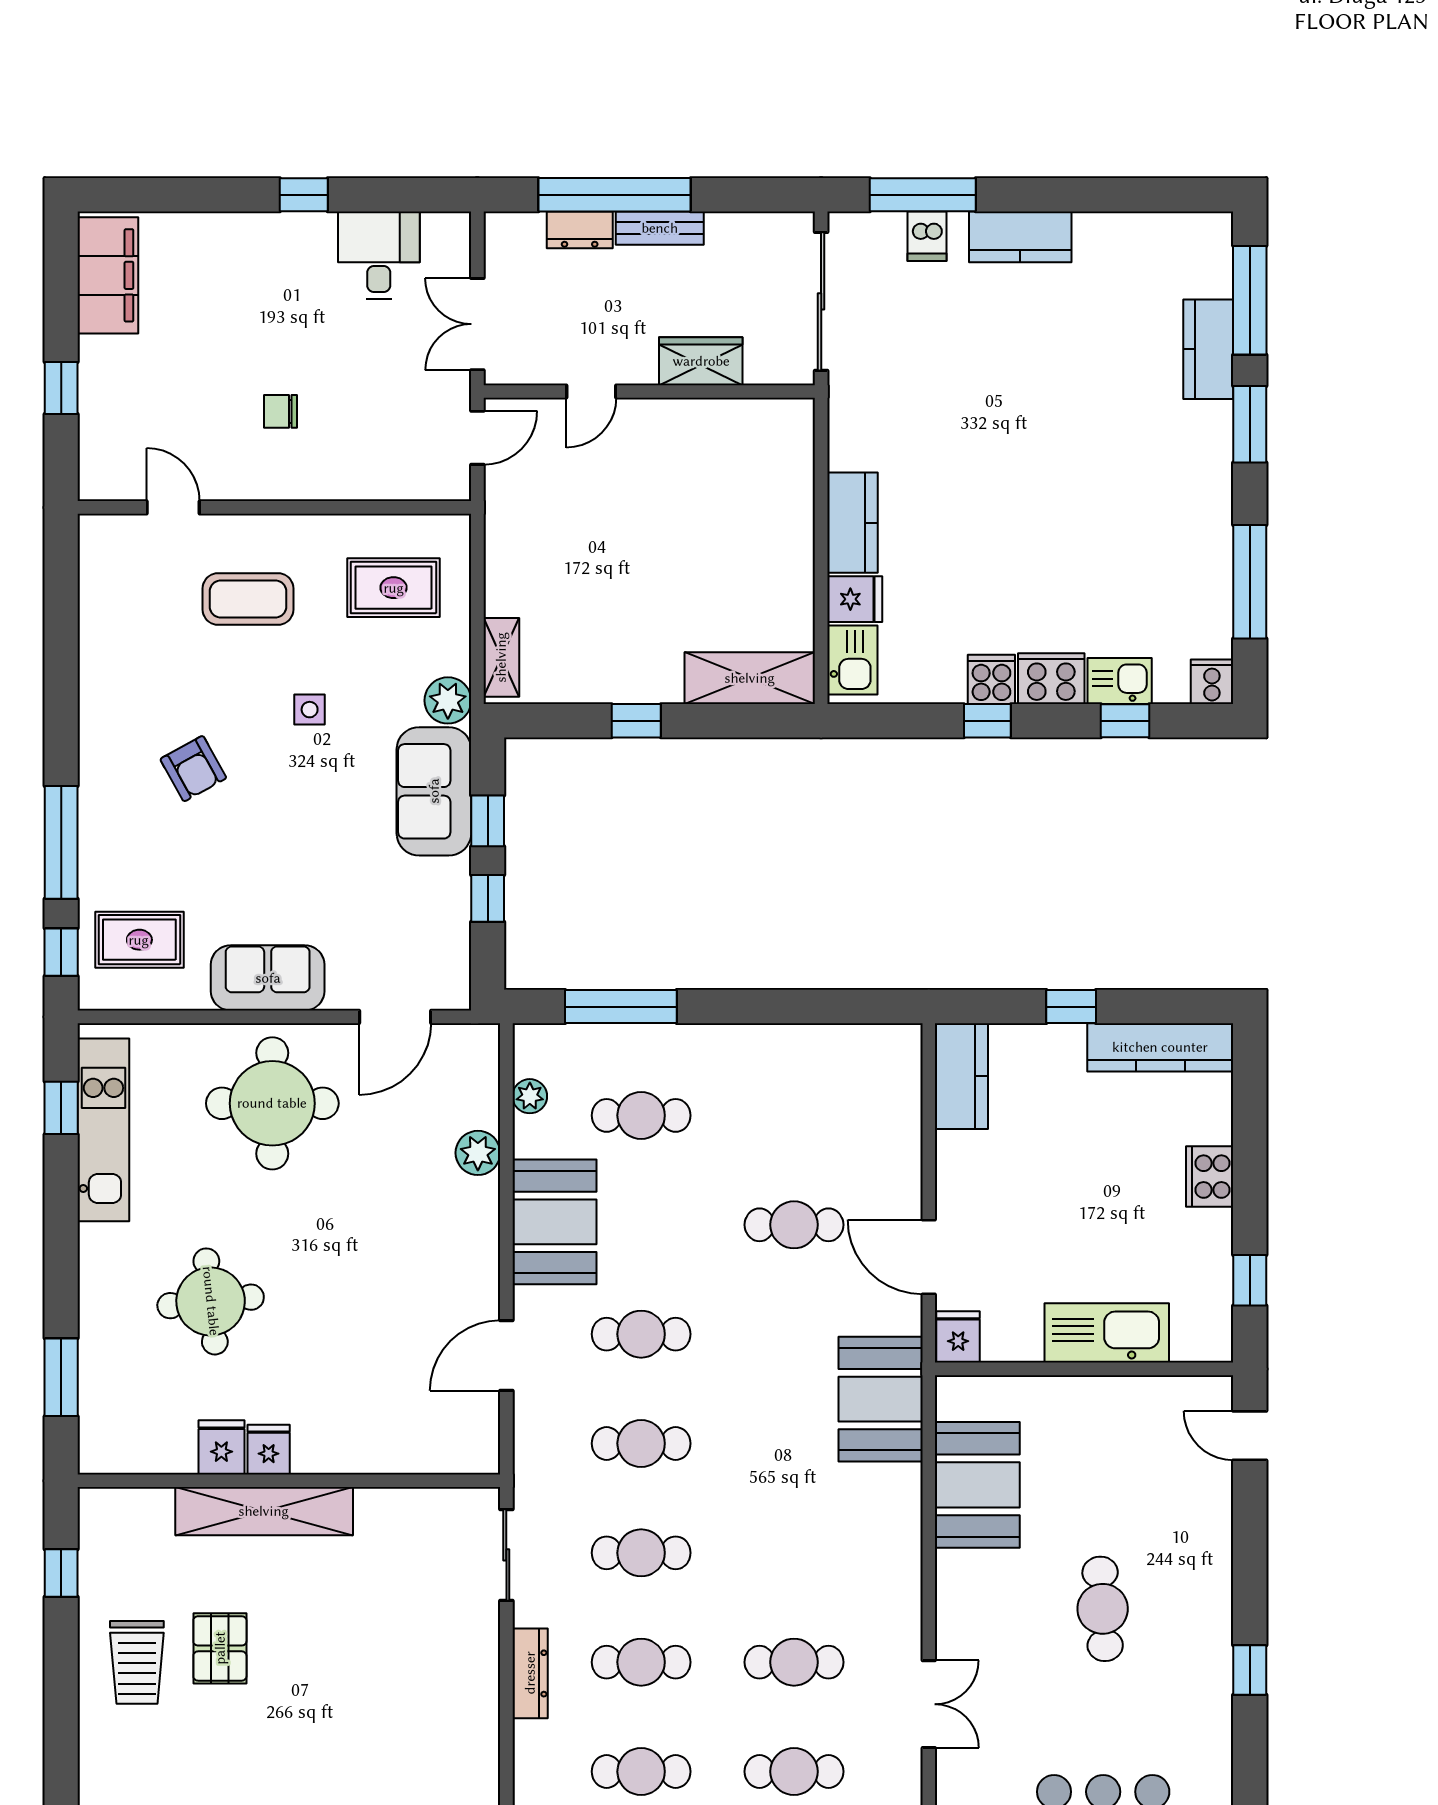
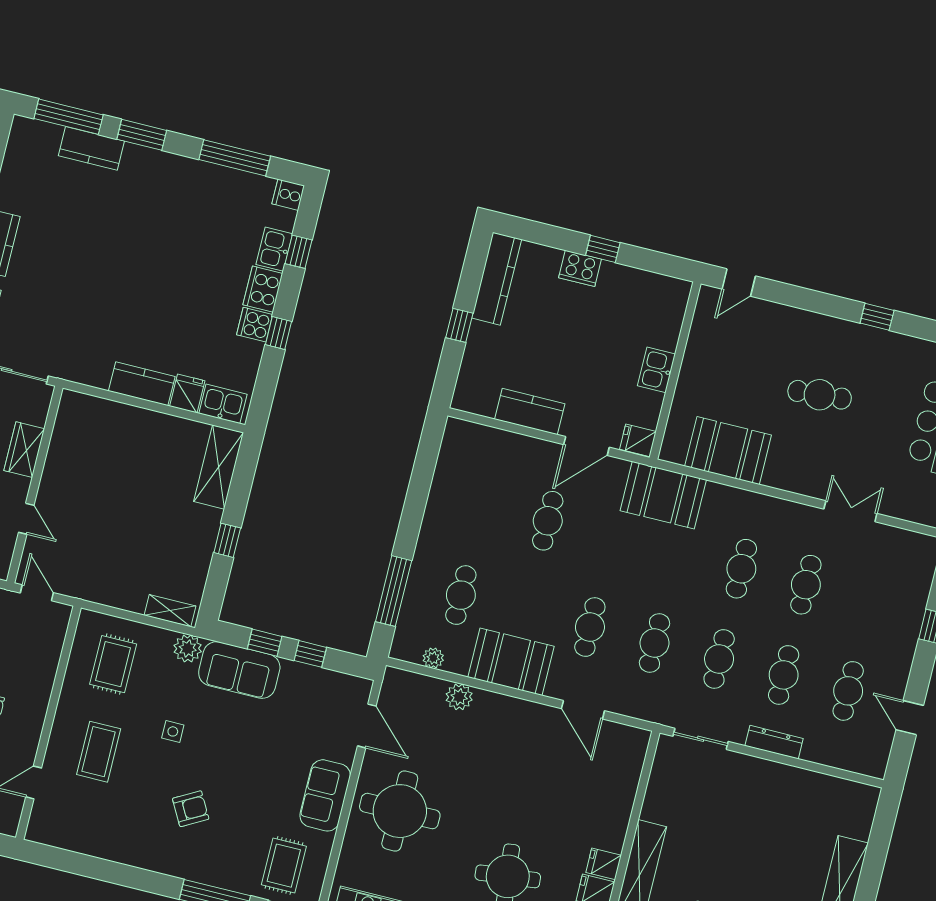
kitchen counter: (961, 1076) -> (530, 411), moved
window: (1250, 1280) -> (603, 249), moved
kitchen sink: (1107, 1333) -> (656, 370), width x0.53, depth x0.81
cafe table: (794, 1772) -> (741, 569), moved

